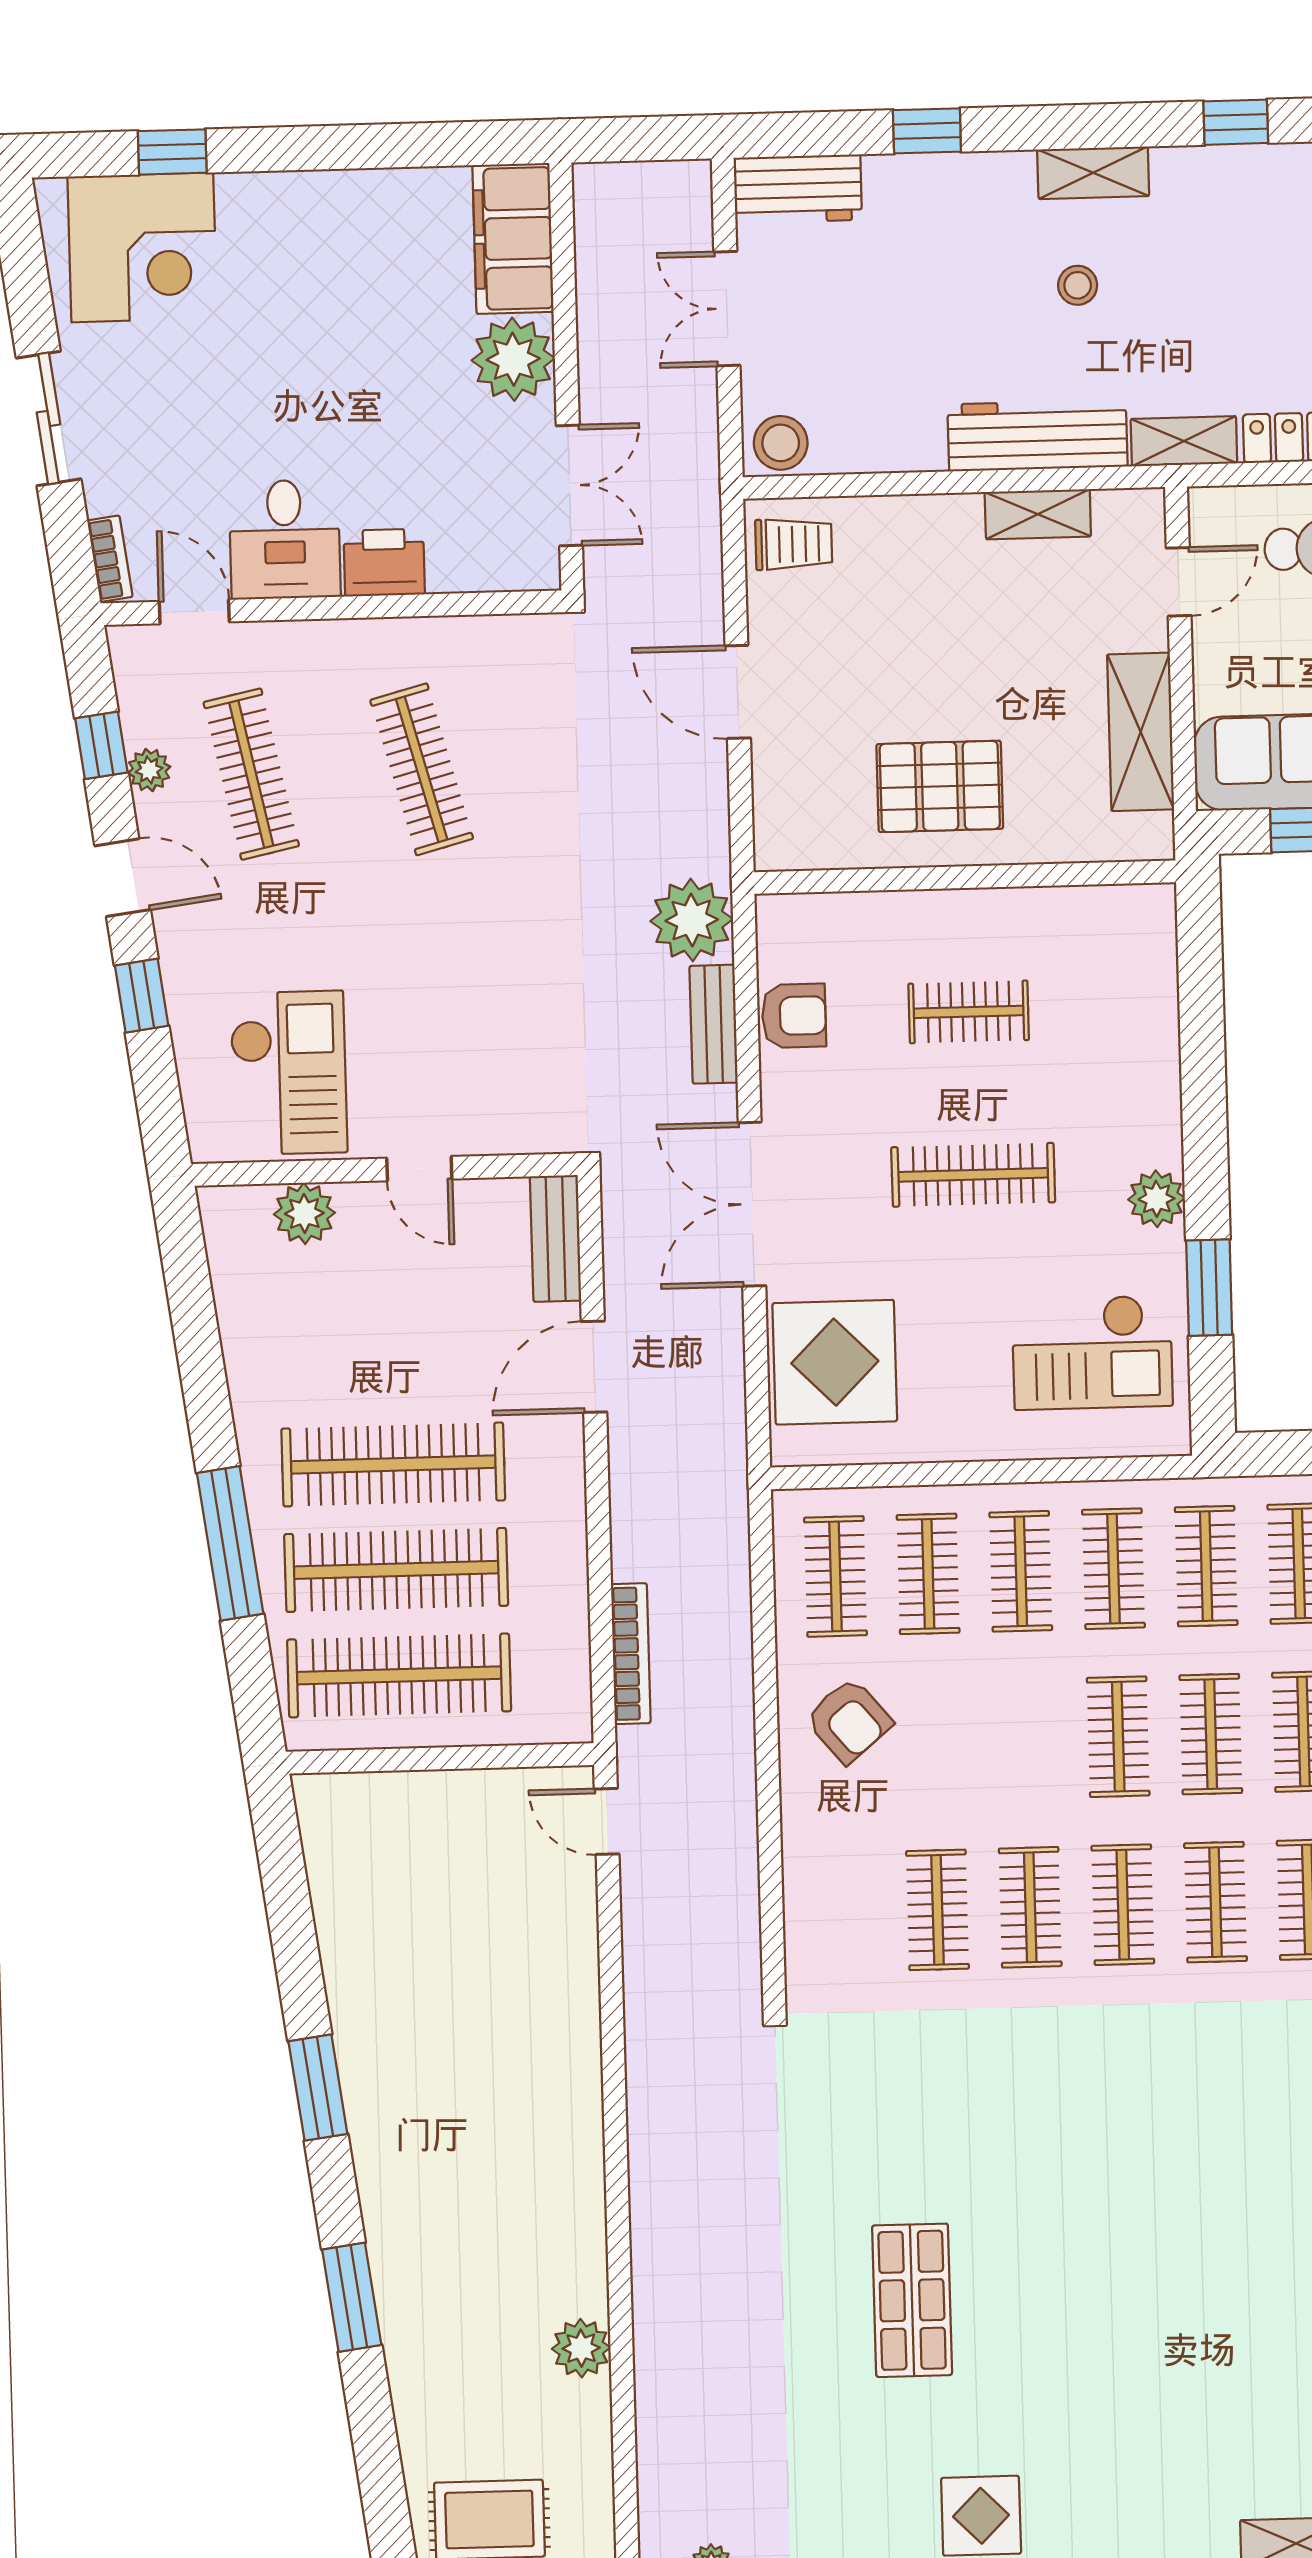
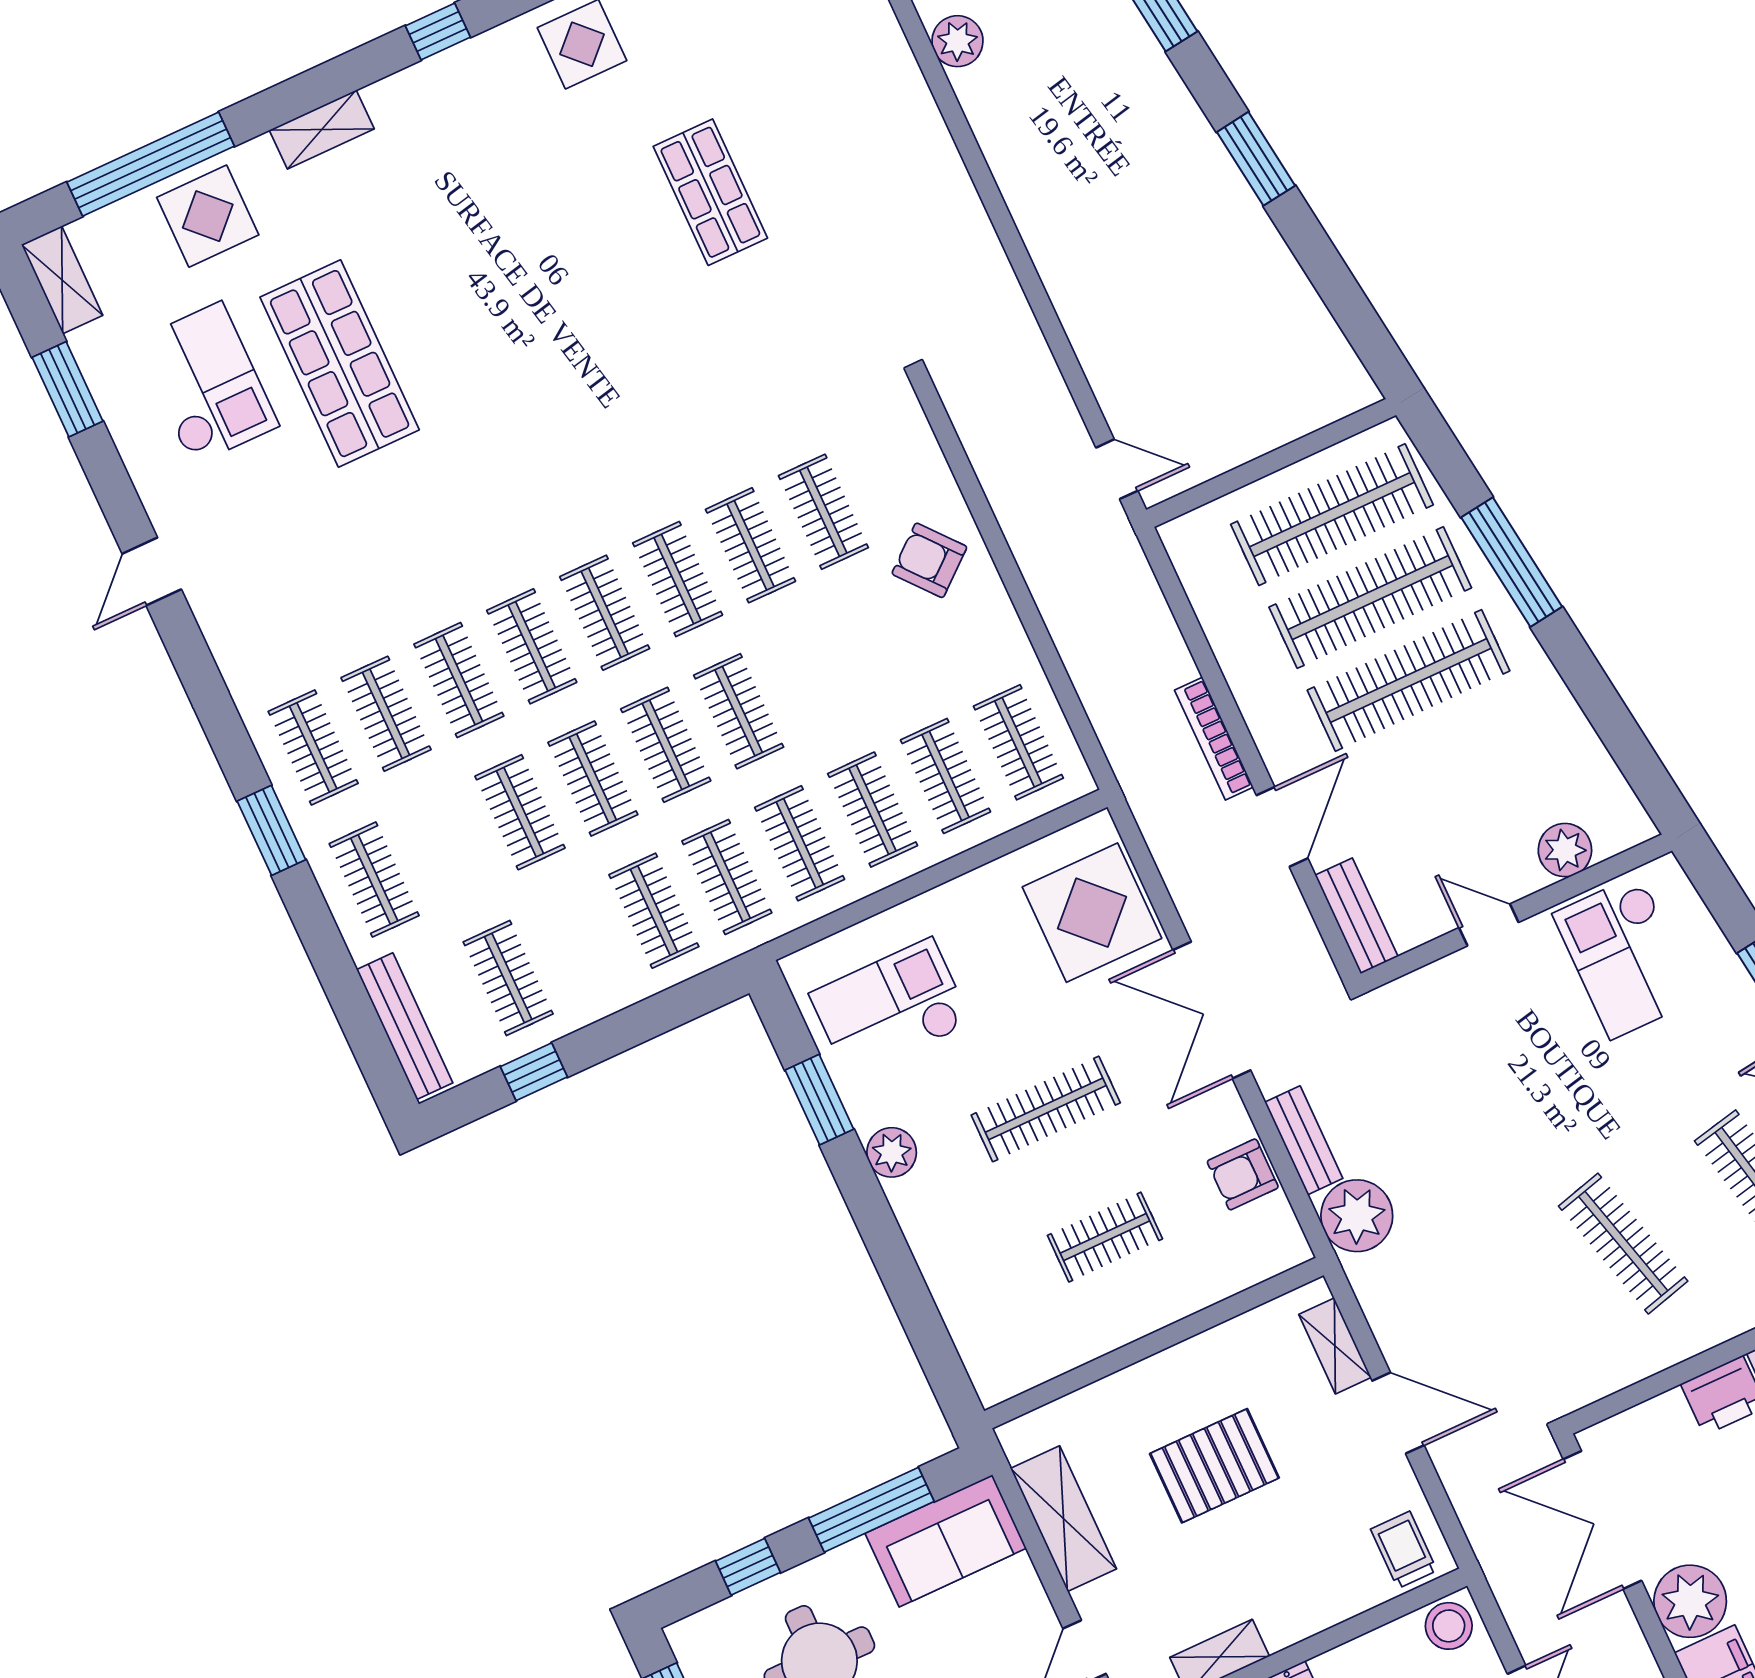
double door: (569, 486) -> (1602, 1520), width x1.37
trolley: (794, 544) -> (1404, 1550), turned 90
pallet: (940, 786) -> (1214, 1466), moved
shelving: (774, 792) -> (1335, 1346), added
double door: (752, 1204) -> (1212, 1010), swing flipped
bookcase: (631, 1654) -> (1214, 739), moved
armchair: (849, 1721) -> (929, 560), moved

